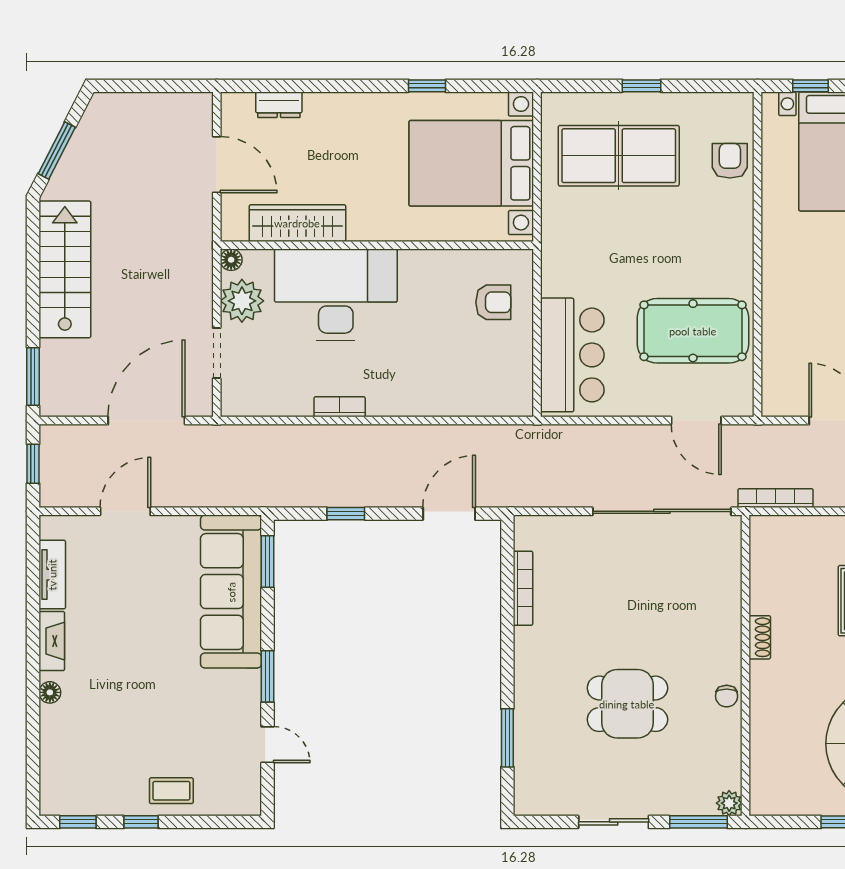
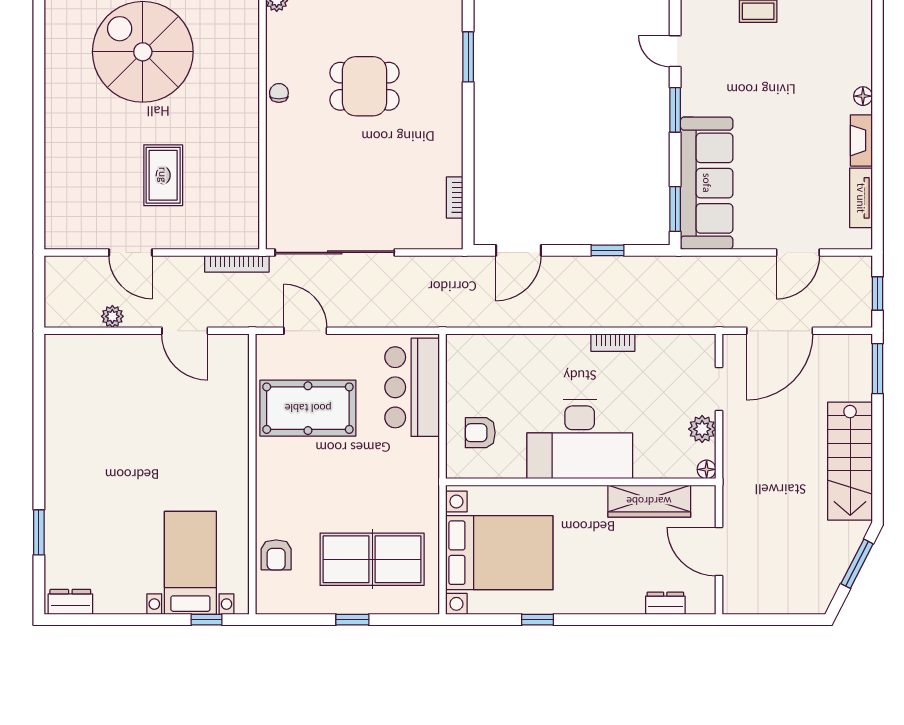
desk: (336, 295) -> (580, 439), moved
plant: (242, 301) -> (702, 429), width x0.73, depth x0.73
bookcase: (523, 588) -> (455, 198), width x0.64
shoe rack: (760, 637) -> (250, 144), removed

